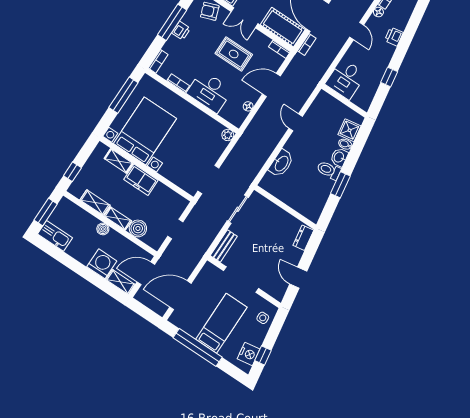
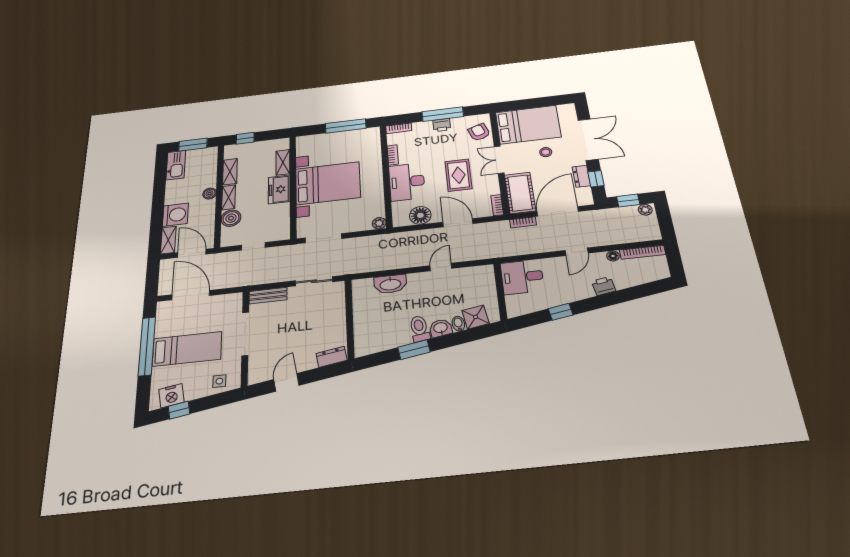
floor lamp: (248, 106) -> (420, 215), width x1.89, depth x1.89
bed with nightstands: (145, 131) -> (328, 183), moved

